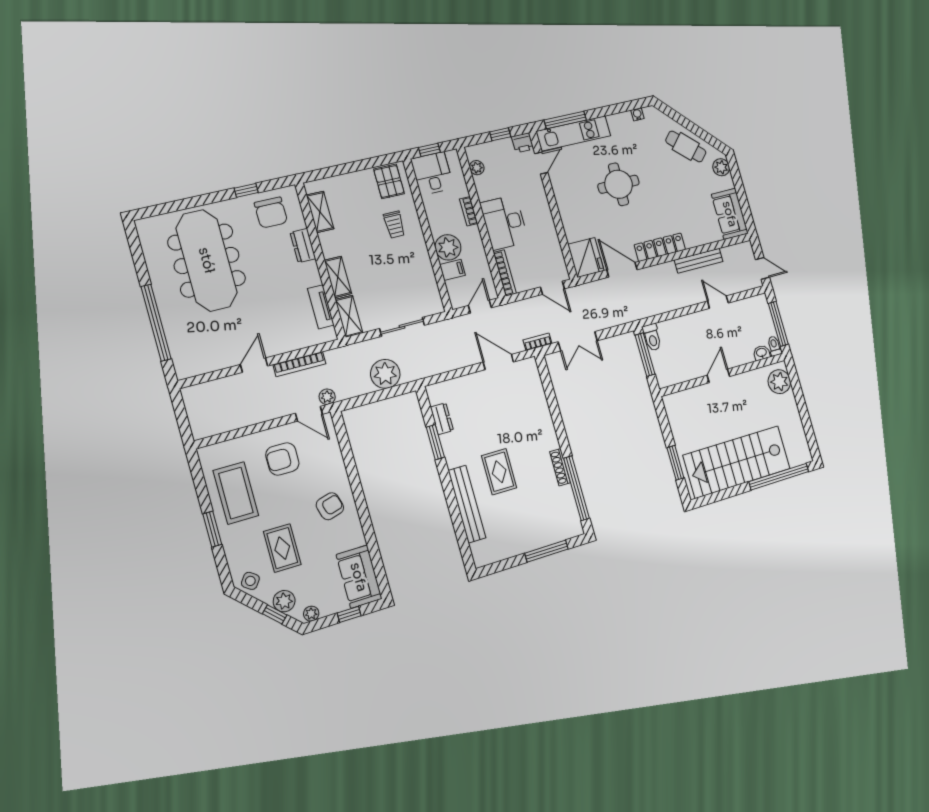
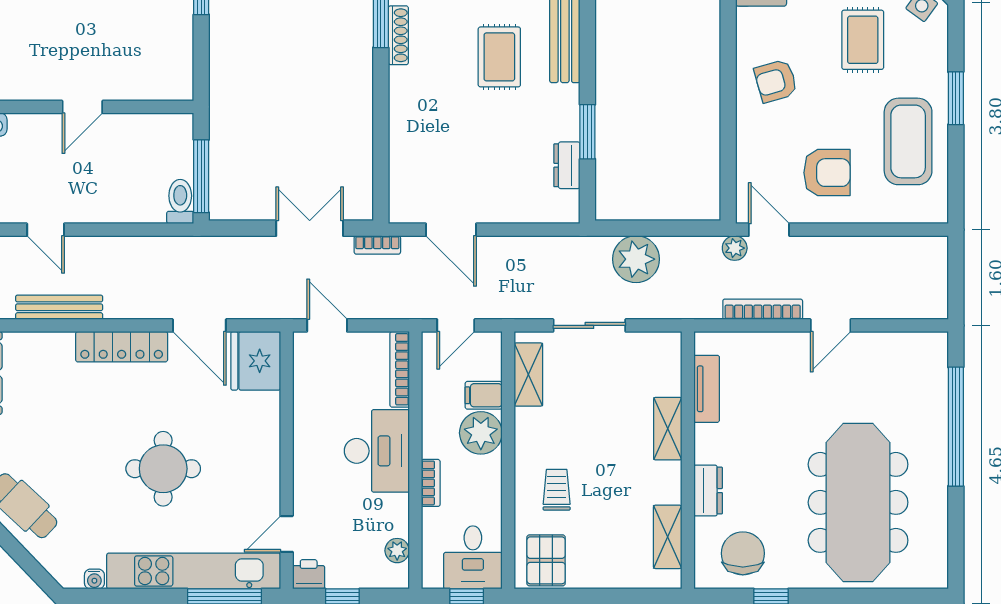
kitchen unit: (573, 133) -> (194, 571), width x1.36
shelving: (349, 316) -> (528, 375), moved

